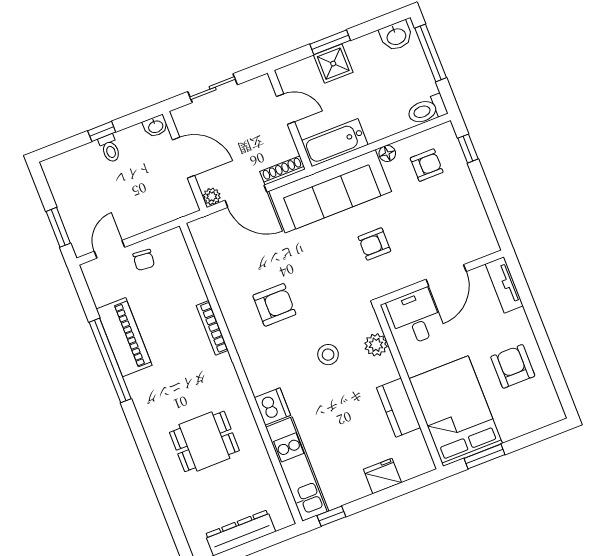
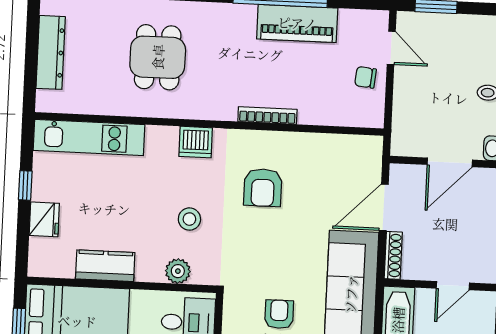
plant: (212, 196) -> (399, 173), removed
dishwasher: (272, 407) -> (196, 142), moved
window: (331, 516) -> (25, 185), moved

